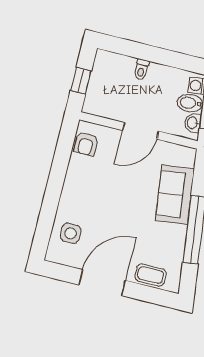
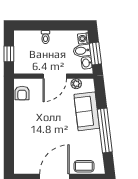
plant: (169, 150) -> (76, 84), added
side table: (71, 233) -> (26, 152), removed

